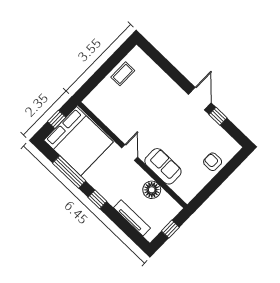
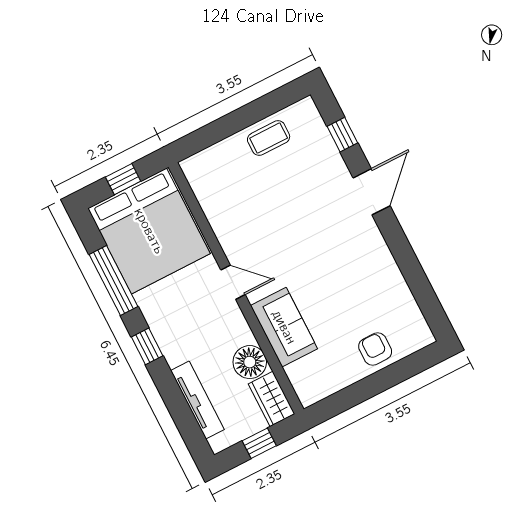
door: (200, 99) -> (372, 192), moved
window: (218, 116) -> (342, 135), moved
door: (130, 152) -> (233, 282), hinge flipped
wardrobe: (169, 205) -> (271, 399), added

